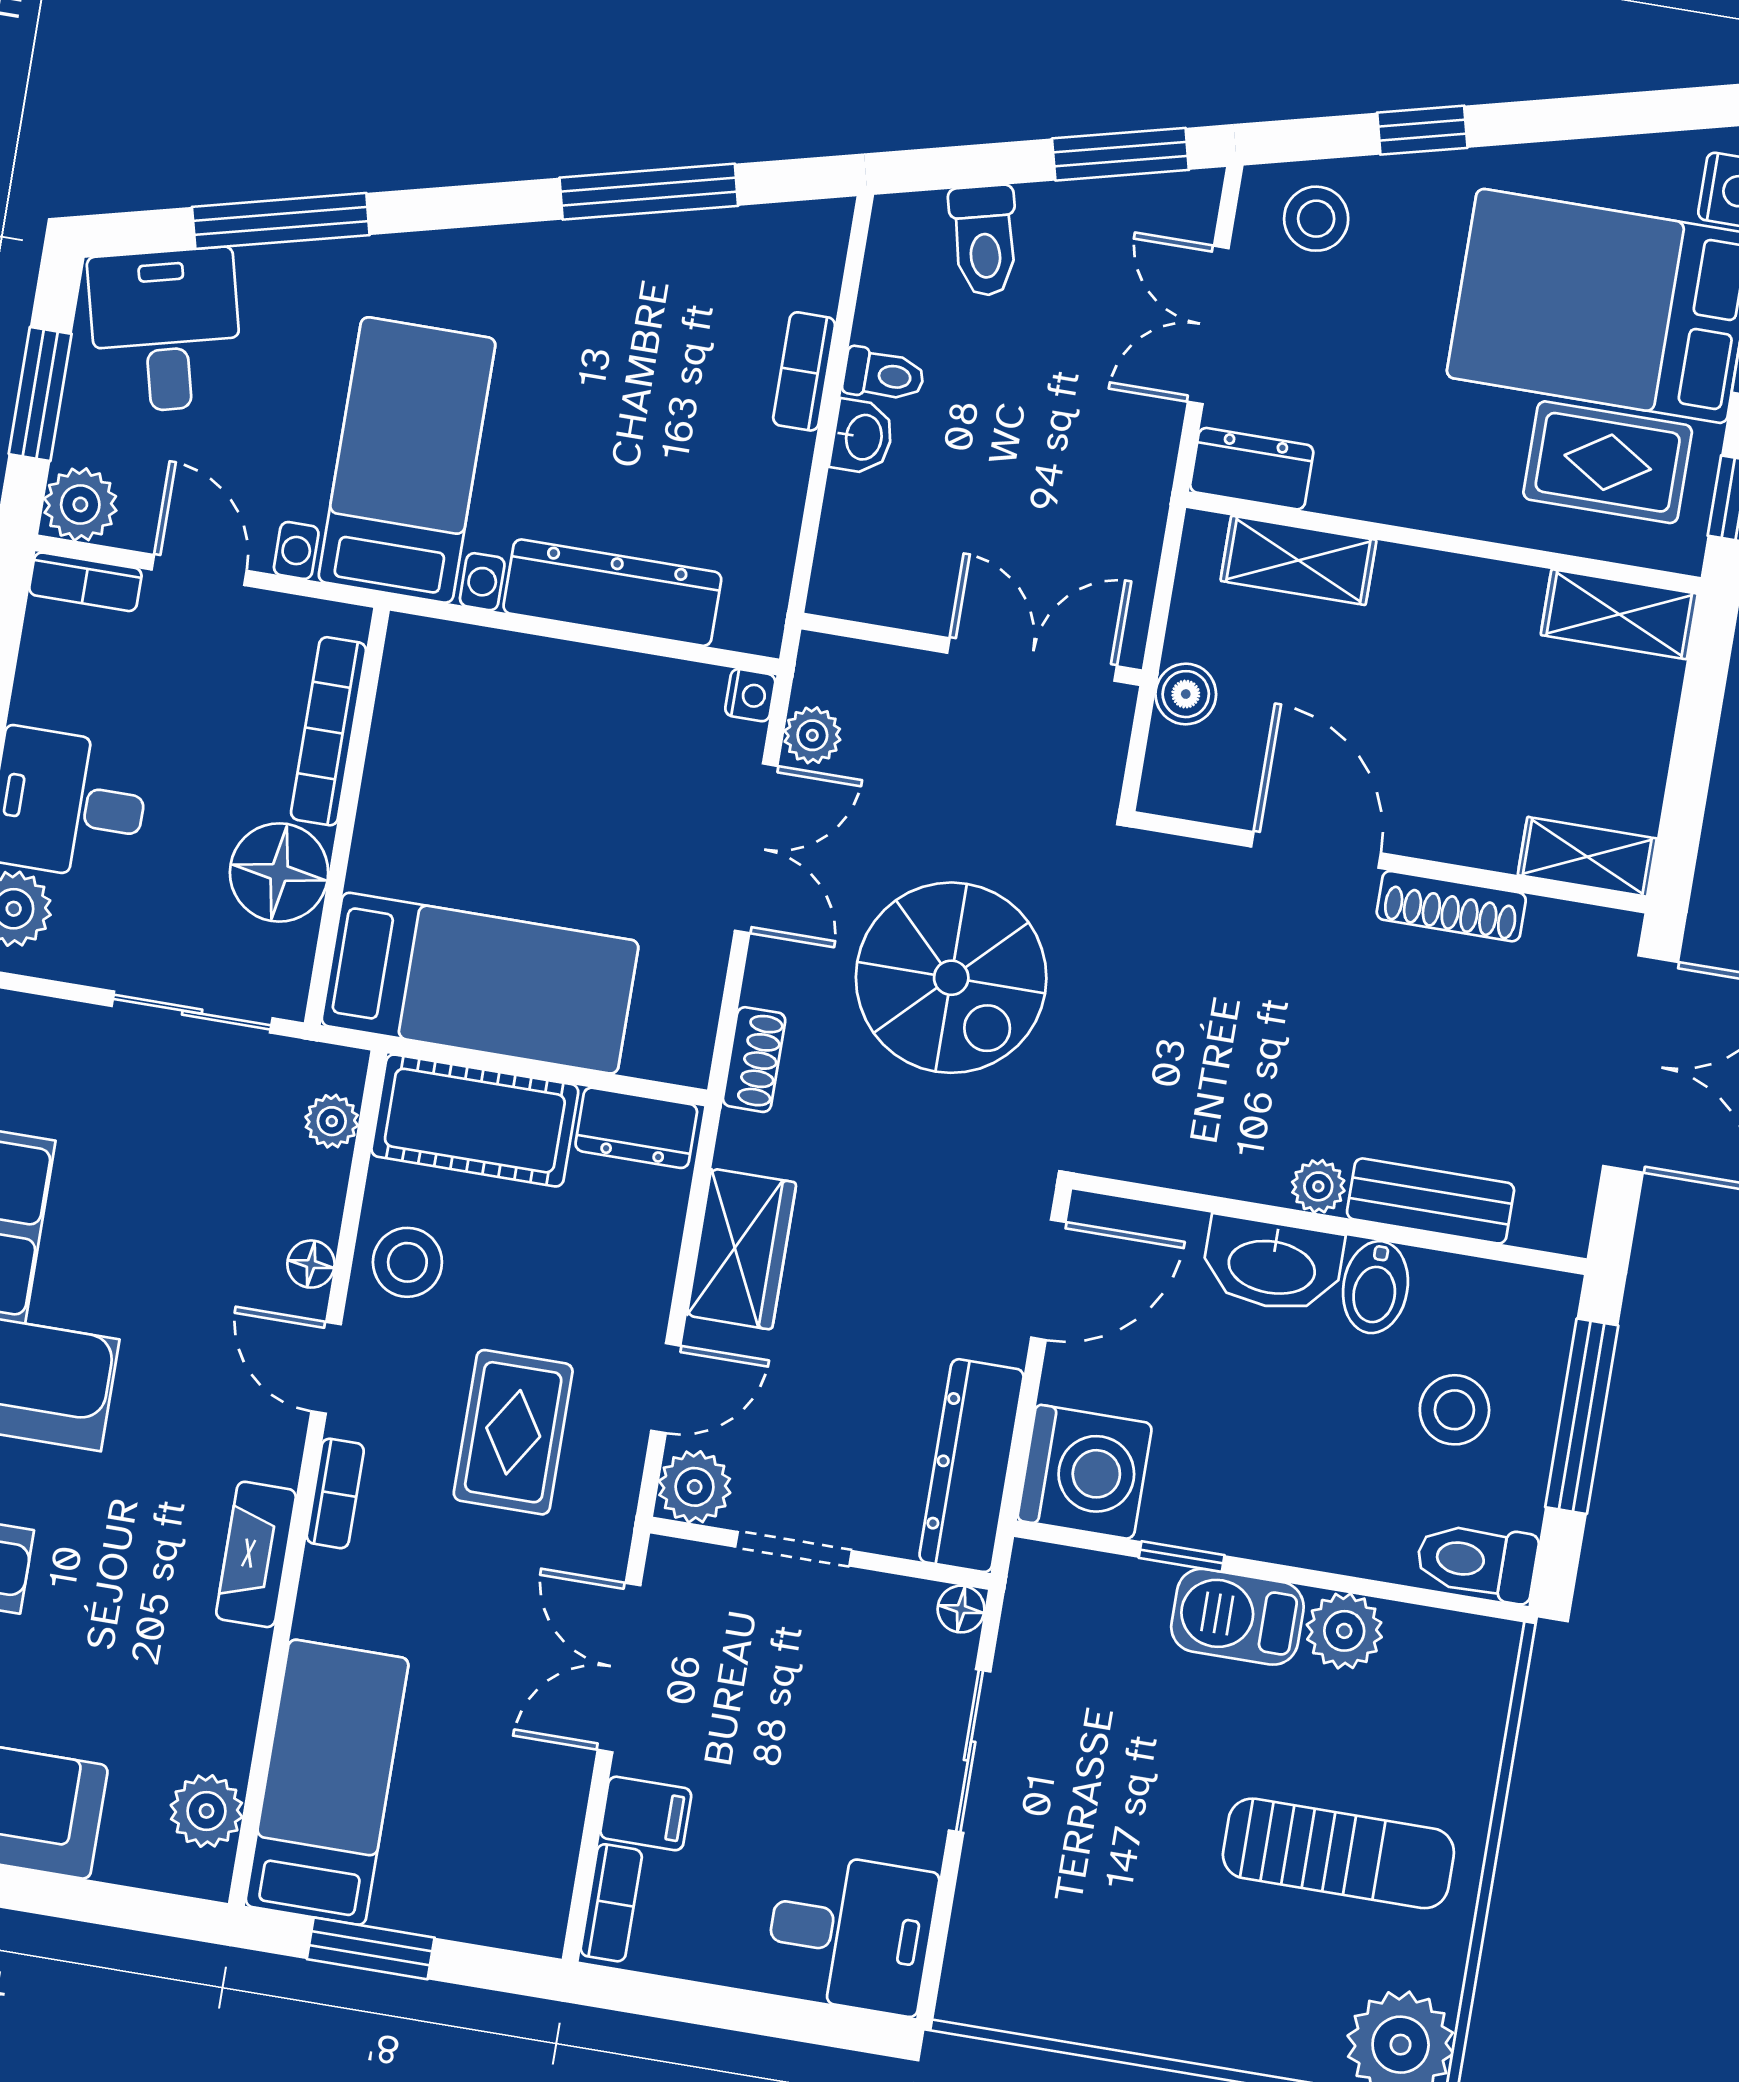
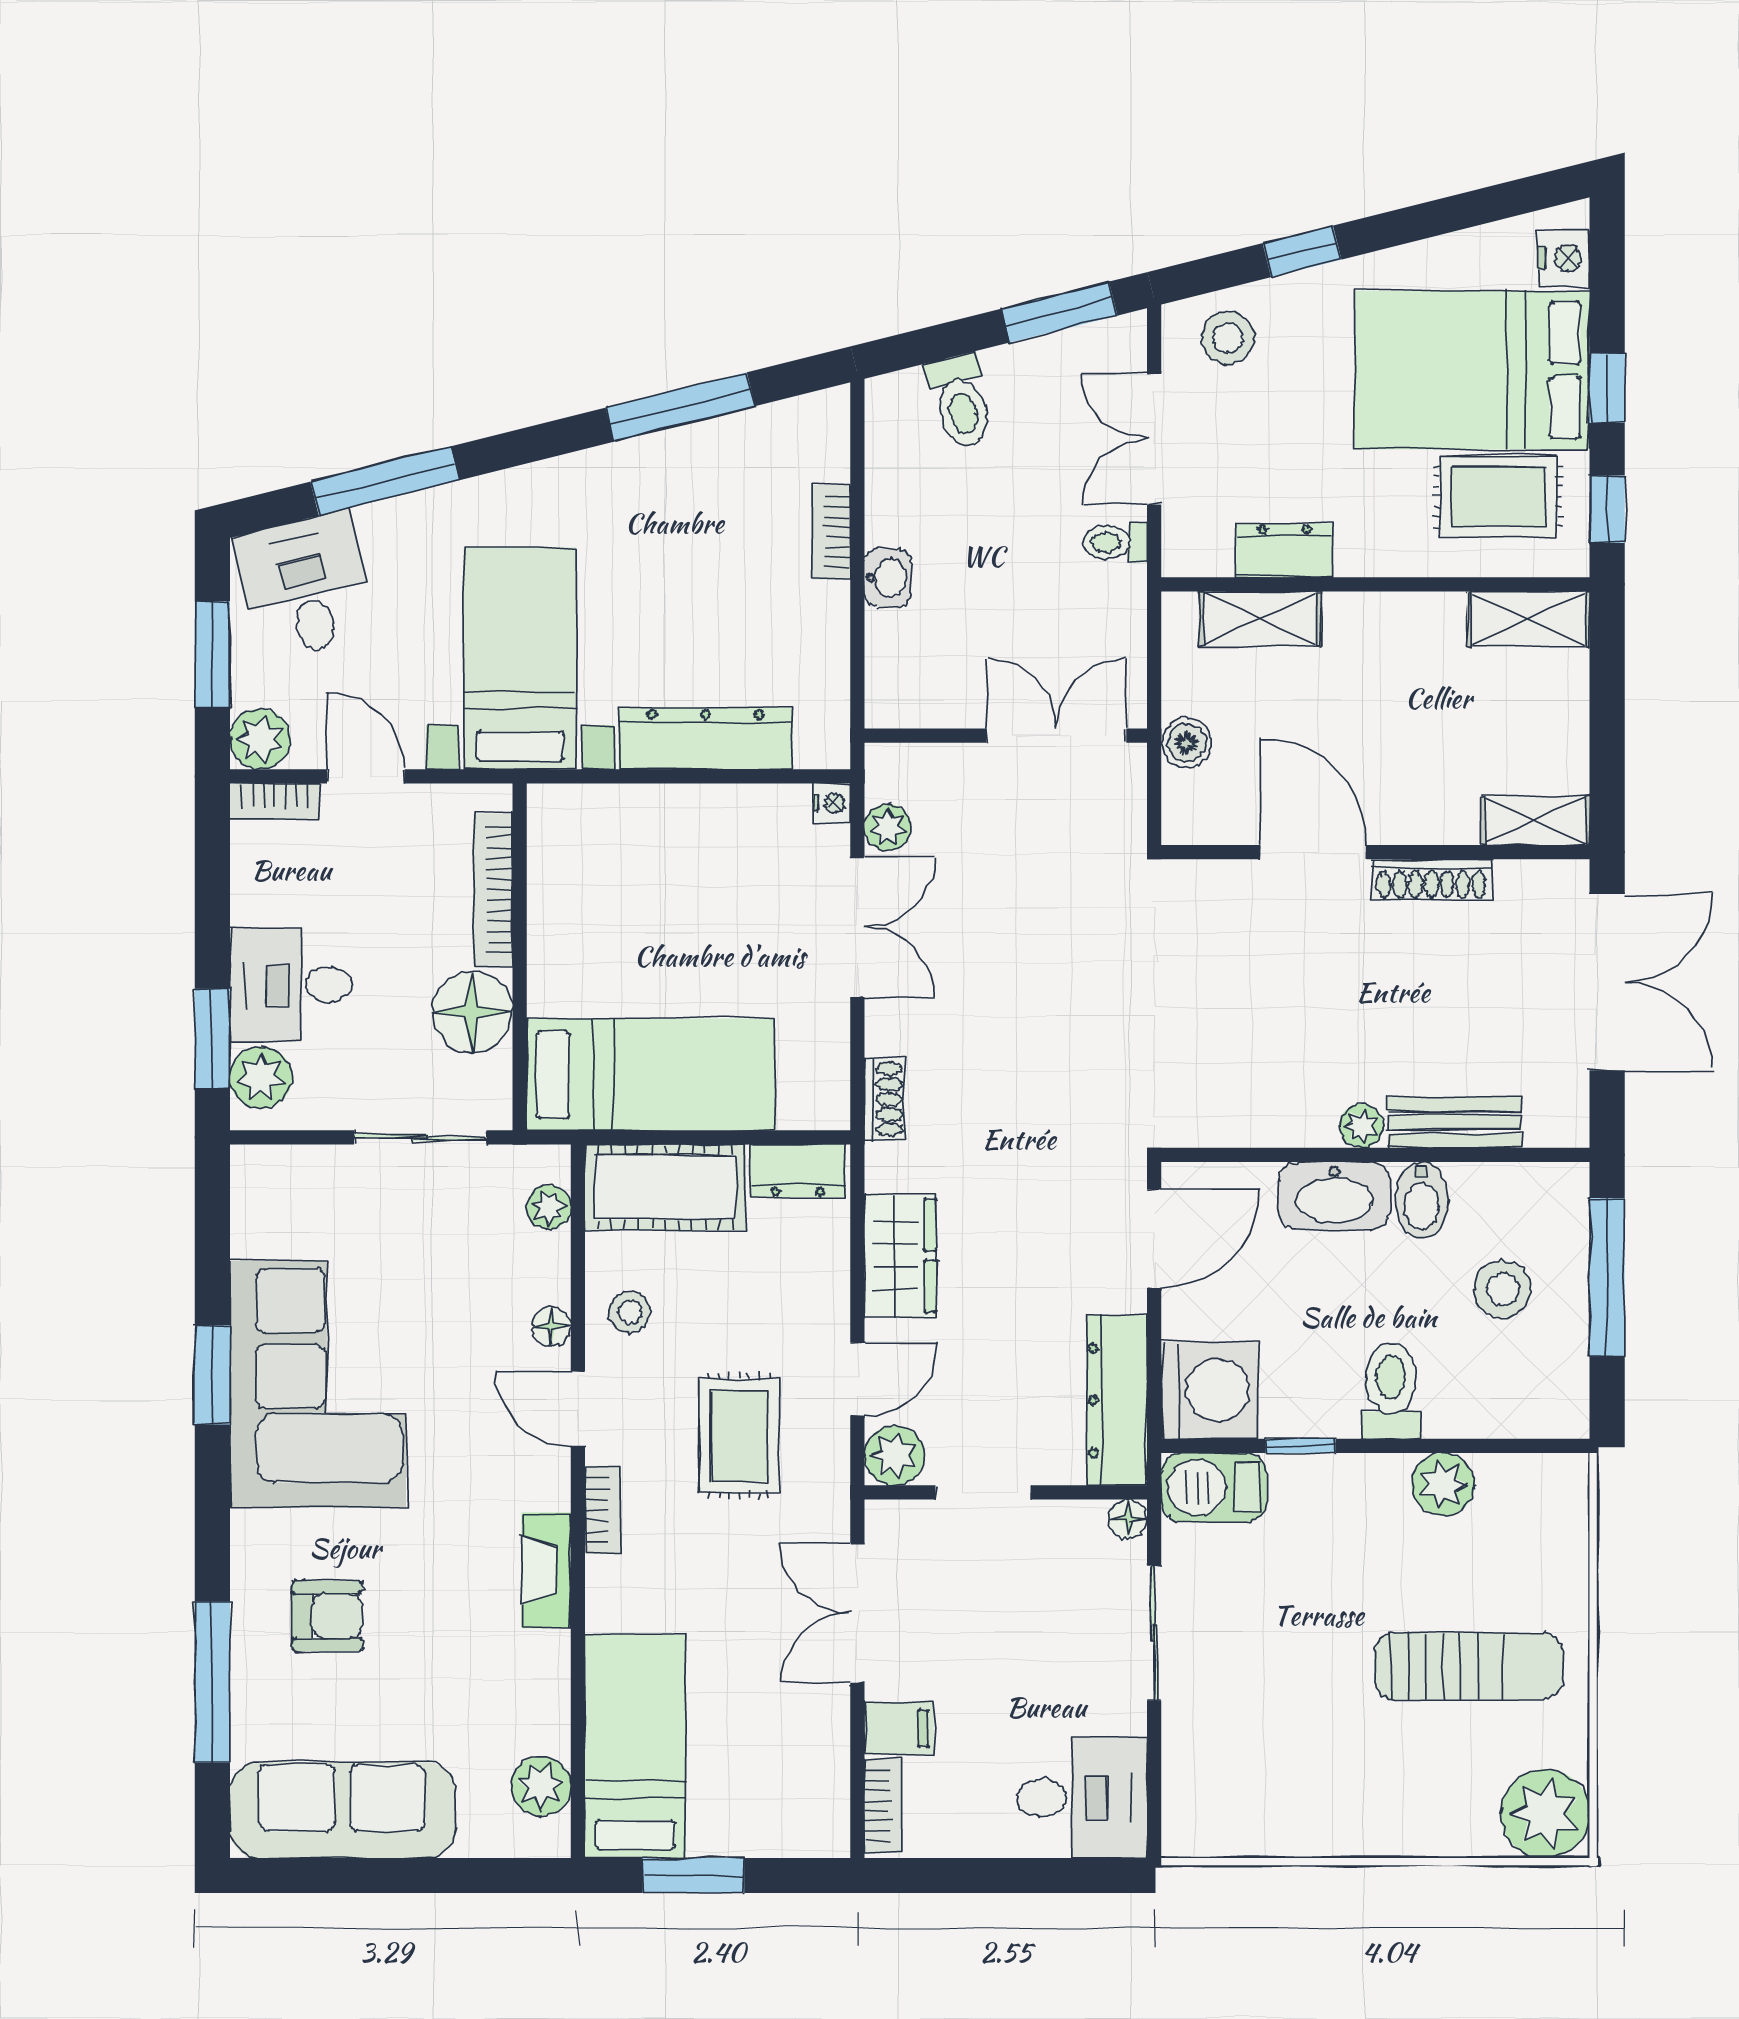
toilet: (884, 375) -> (1115, 542), moved, turned 180
dresser: (1252, 469) -> (1284, 550), moved
spiral stairs: (951, 978) -> (1034, 1006), removed
stool: (407, 1262) -> (630, 1312), width x0.73, depth x0.73
toilet: (1477, 1561) -> (1391, 1391), moved, turned 90
barbecue: (1237, 1617) -> (1214, 1487), moved

